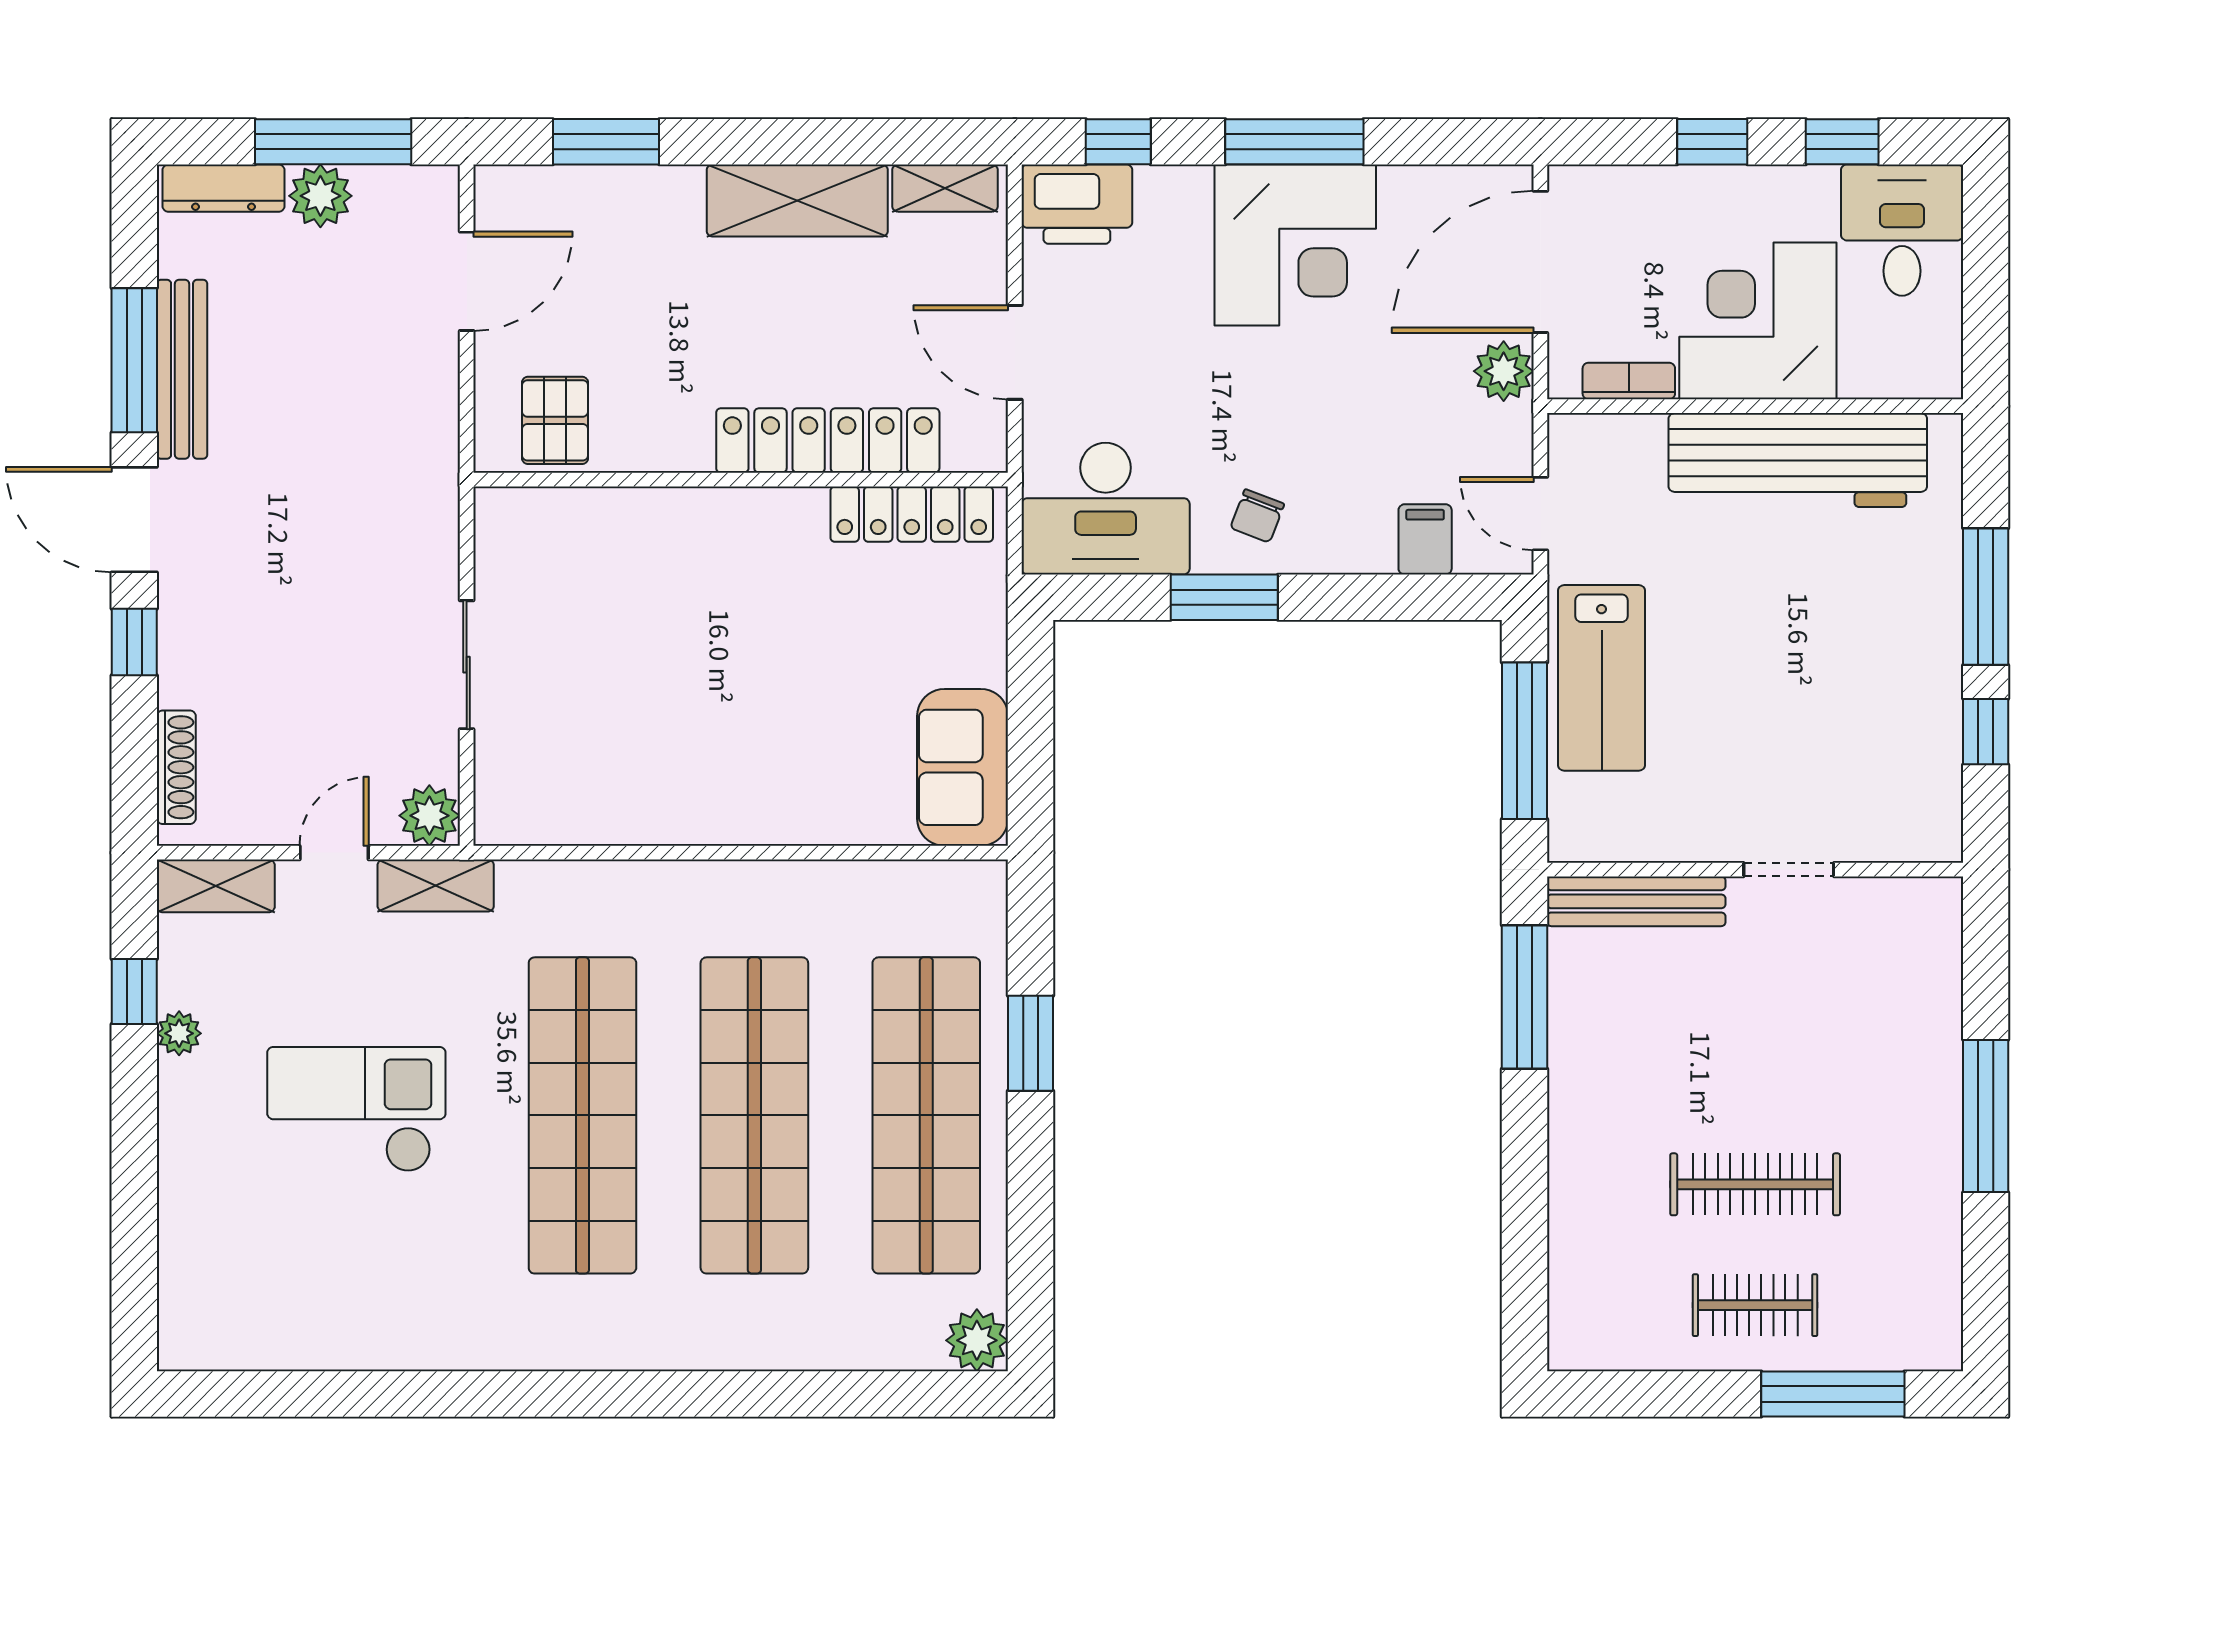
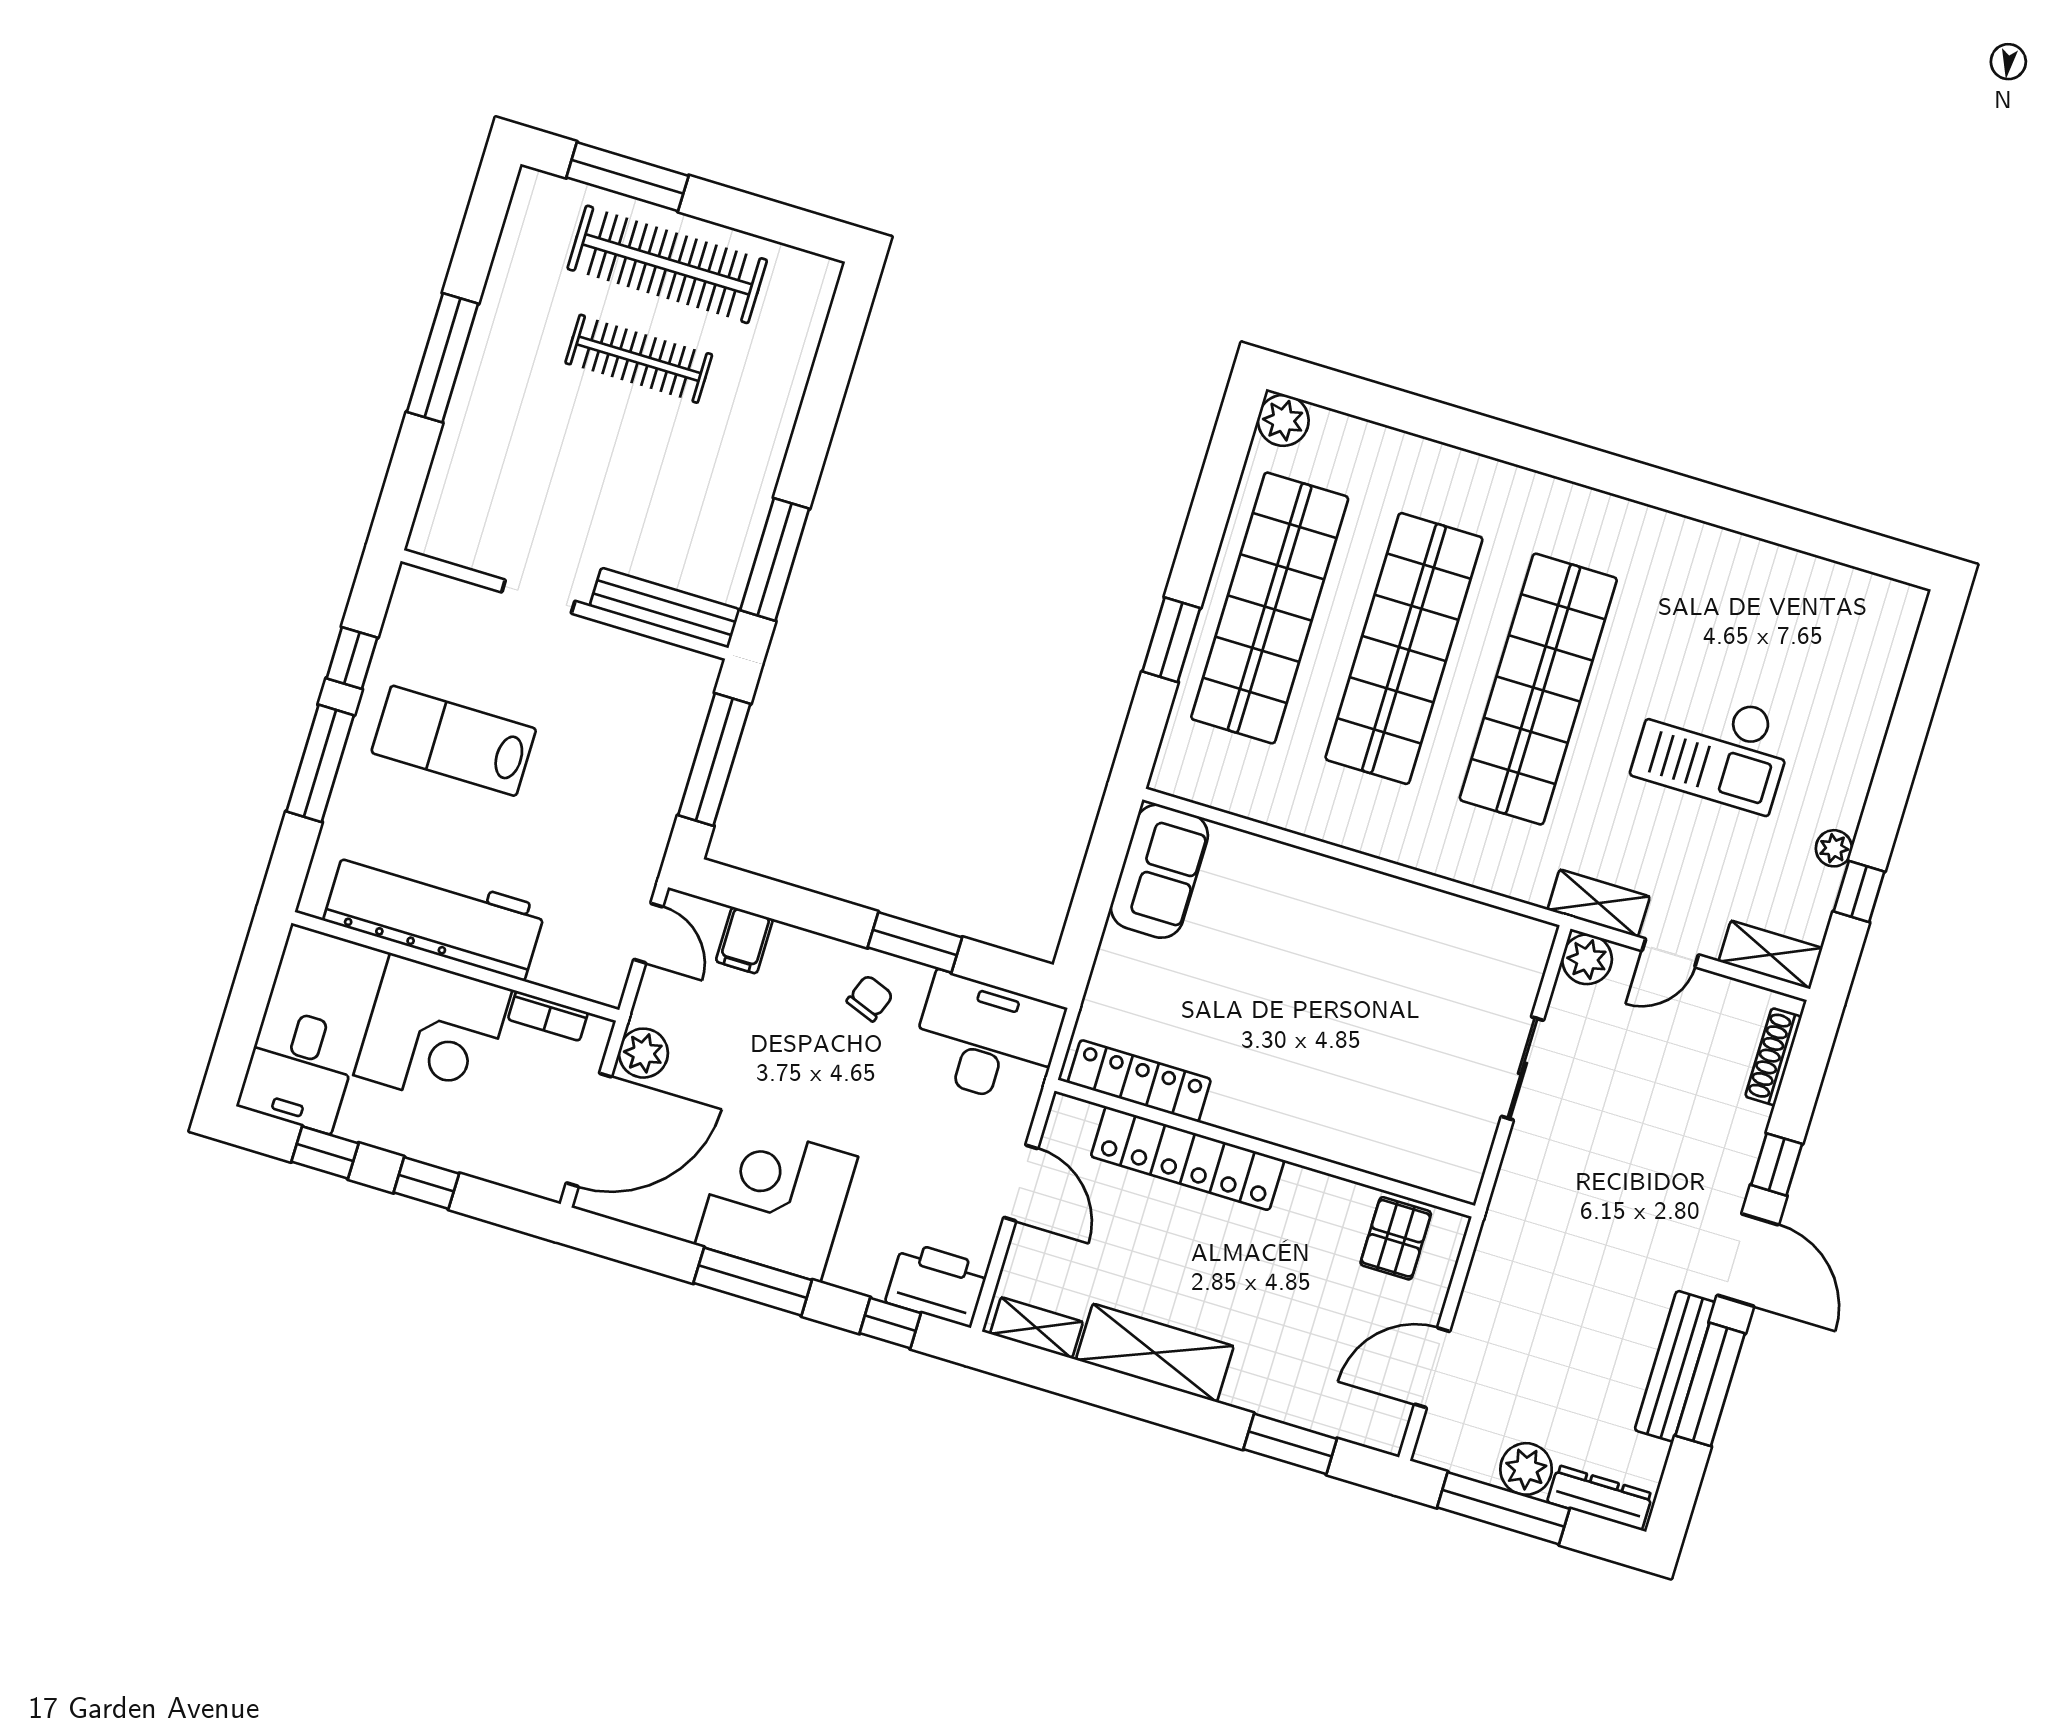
lab bench: (1602, 678) -> (454, 741), moved, turned -90
clothes rail: (1755, 1305) -> (667, 264), width x1.86, depth x1.31

